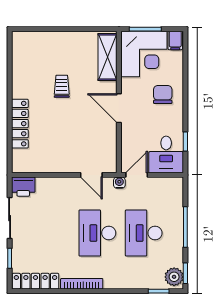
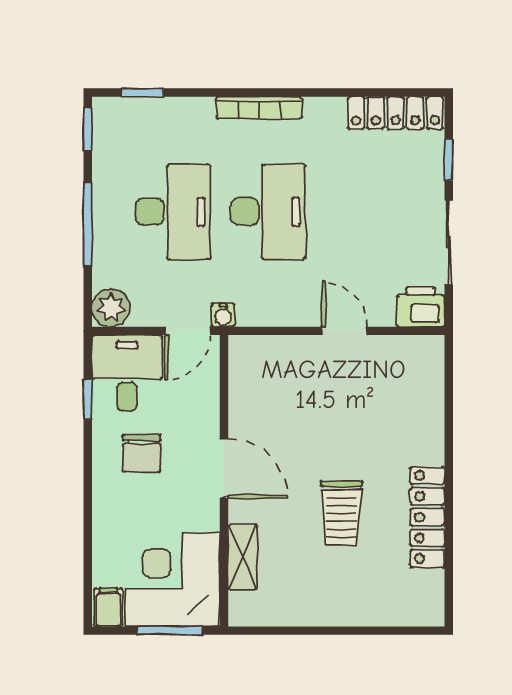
shelving: (107, 57) -> (243, 557), width x0.67, depth x0.75
trolley: (62, 86) -> (342, 513), width x1.36, depth x1.39
chair: (163, 95) -> (142, 453), moved
locker: (20, 124) -> (427, 517), moved
door: (91, 175) -> (345, 331), moved
plant: (174, 277) -> (111, 308), moved
bookcase: (82, 284) -> (259, 108), moved

